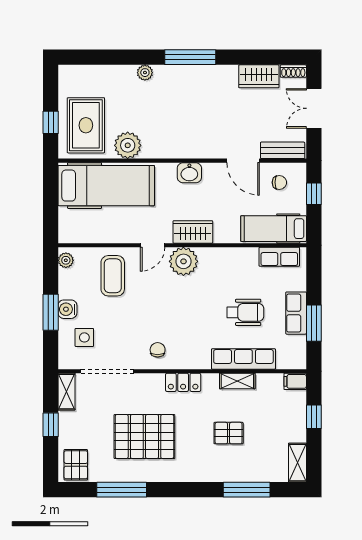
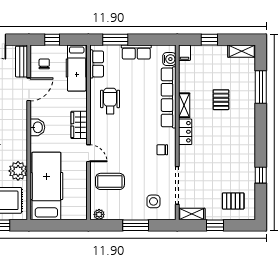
plant: (183, 261) -> (100, 131), removed
water cooler: (67, 309) -> (169, 59), moved, turned -90
wheelchair: (245, 312) -> (110, 101), moved
window: (314, 323) -> (115, 40), moved
row of seats: (243, 359) -> (169, 97), width x1.36
shelving: (237, 381) -> (184, 105), moved
pallet: (144, 437) -> (223, 159), removed
pallet: (76, 465) -> (233, 201), moved
window: (122, 490) -> (261, 175), width x0.46

